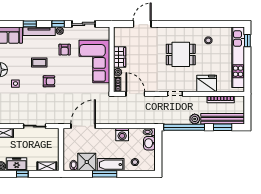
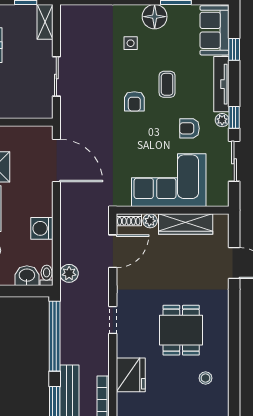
window: (30, 24) -> (234, 49), moved
wardrobe: (120, 57) -> (186, 224), width x1.50
plant: (195, 119) -> (69, 273), moved

